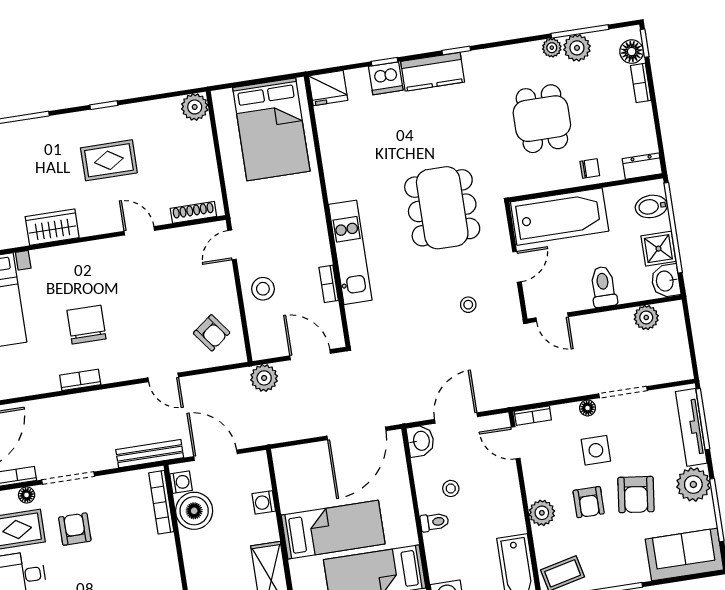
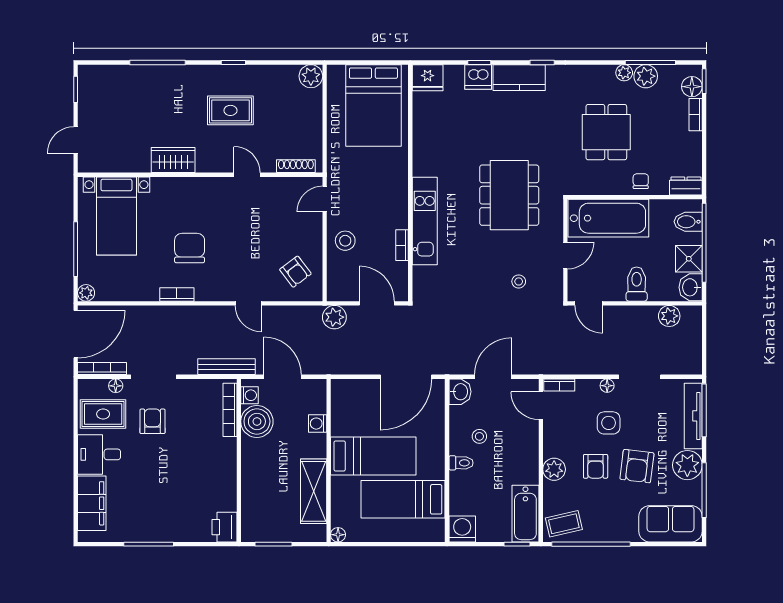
chair: (590, 169) -> (641, 181), turned -90

